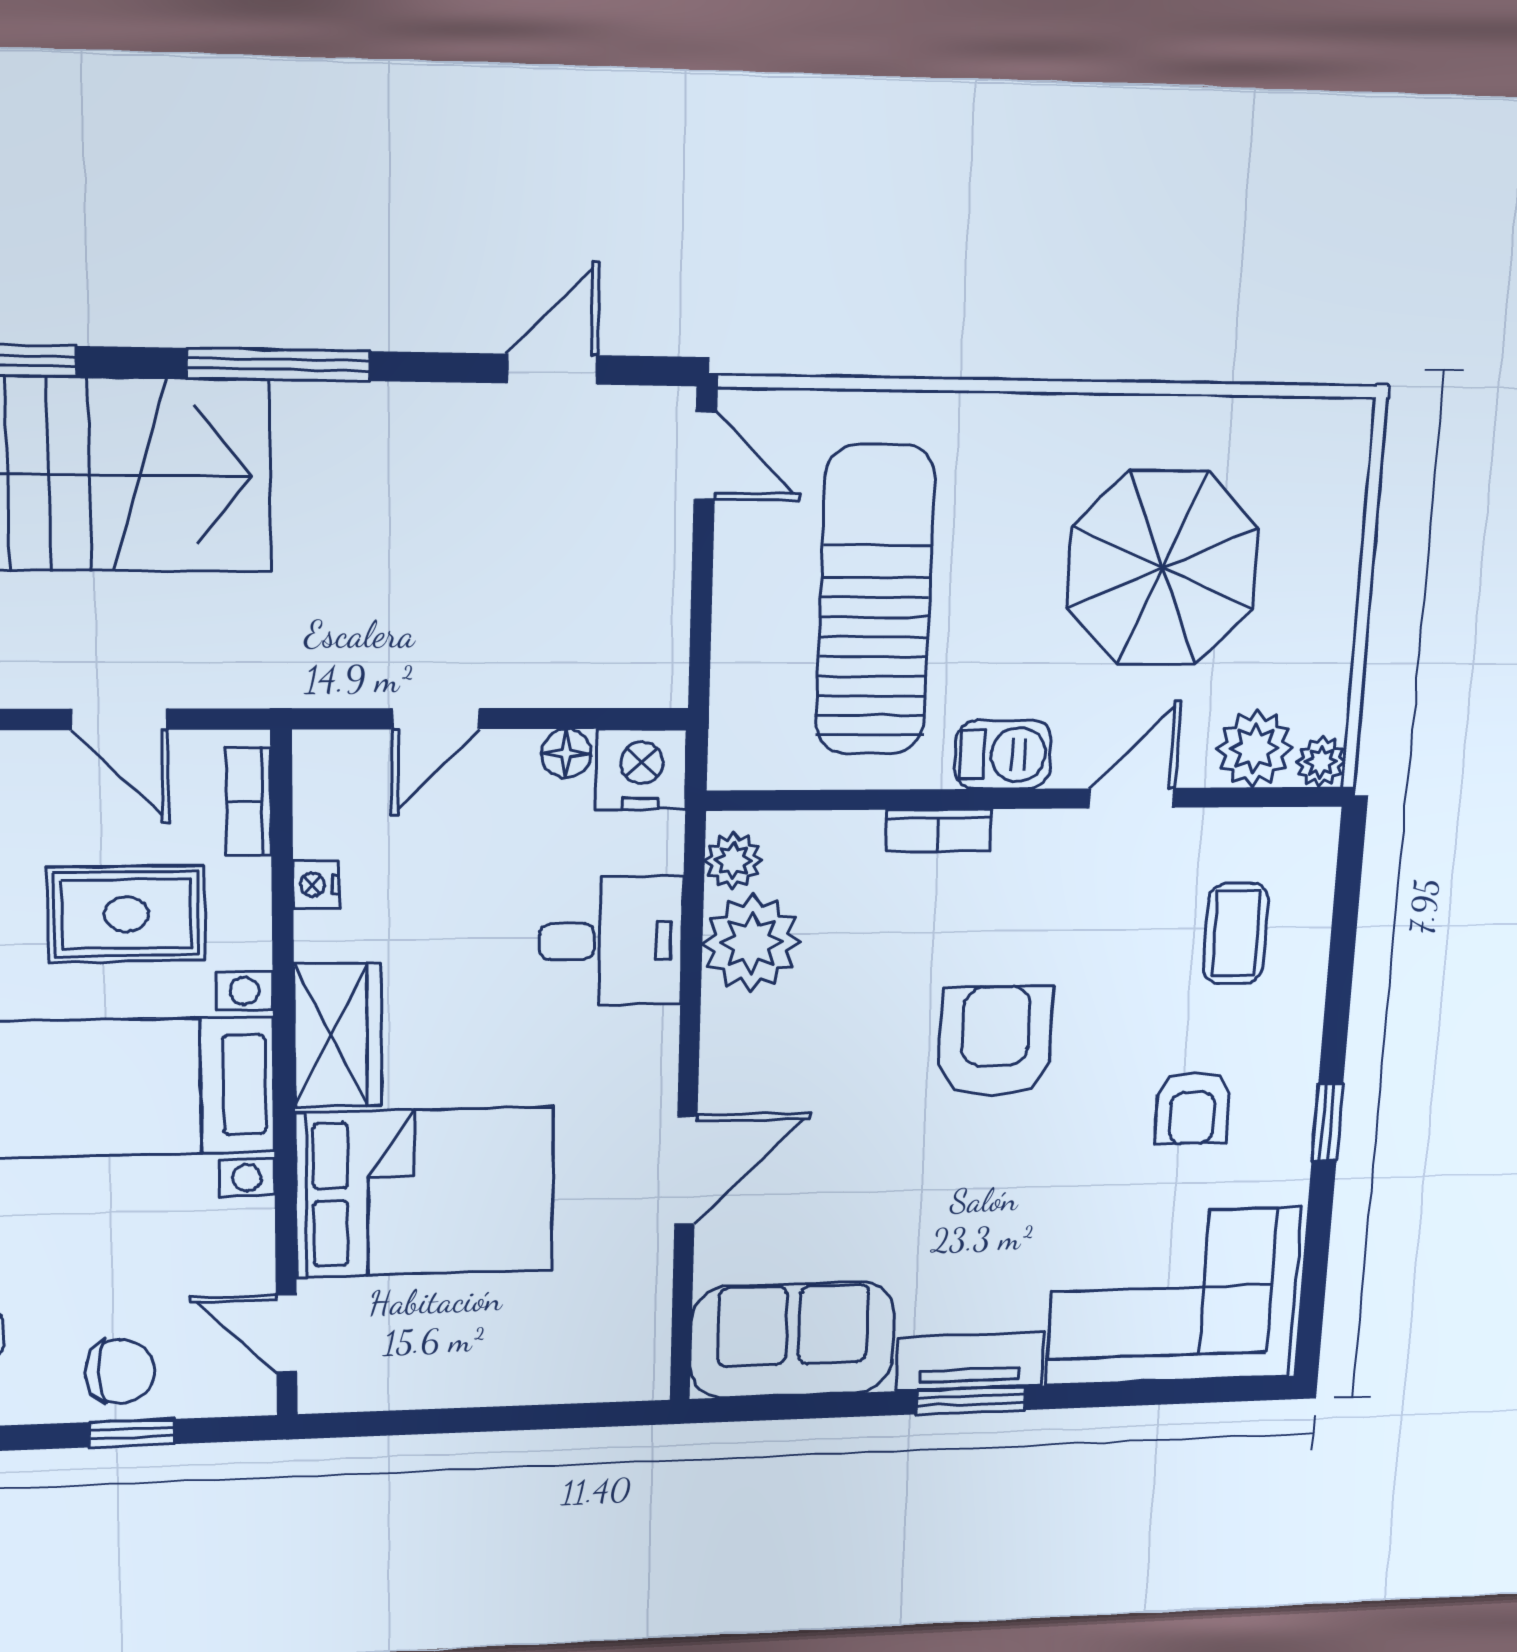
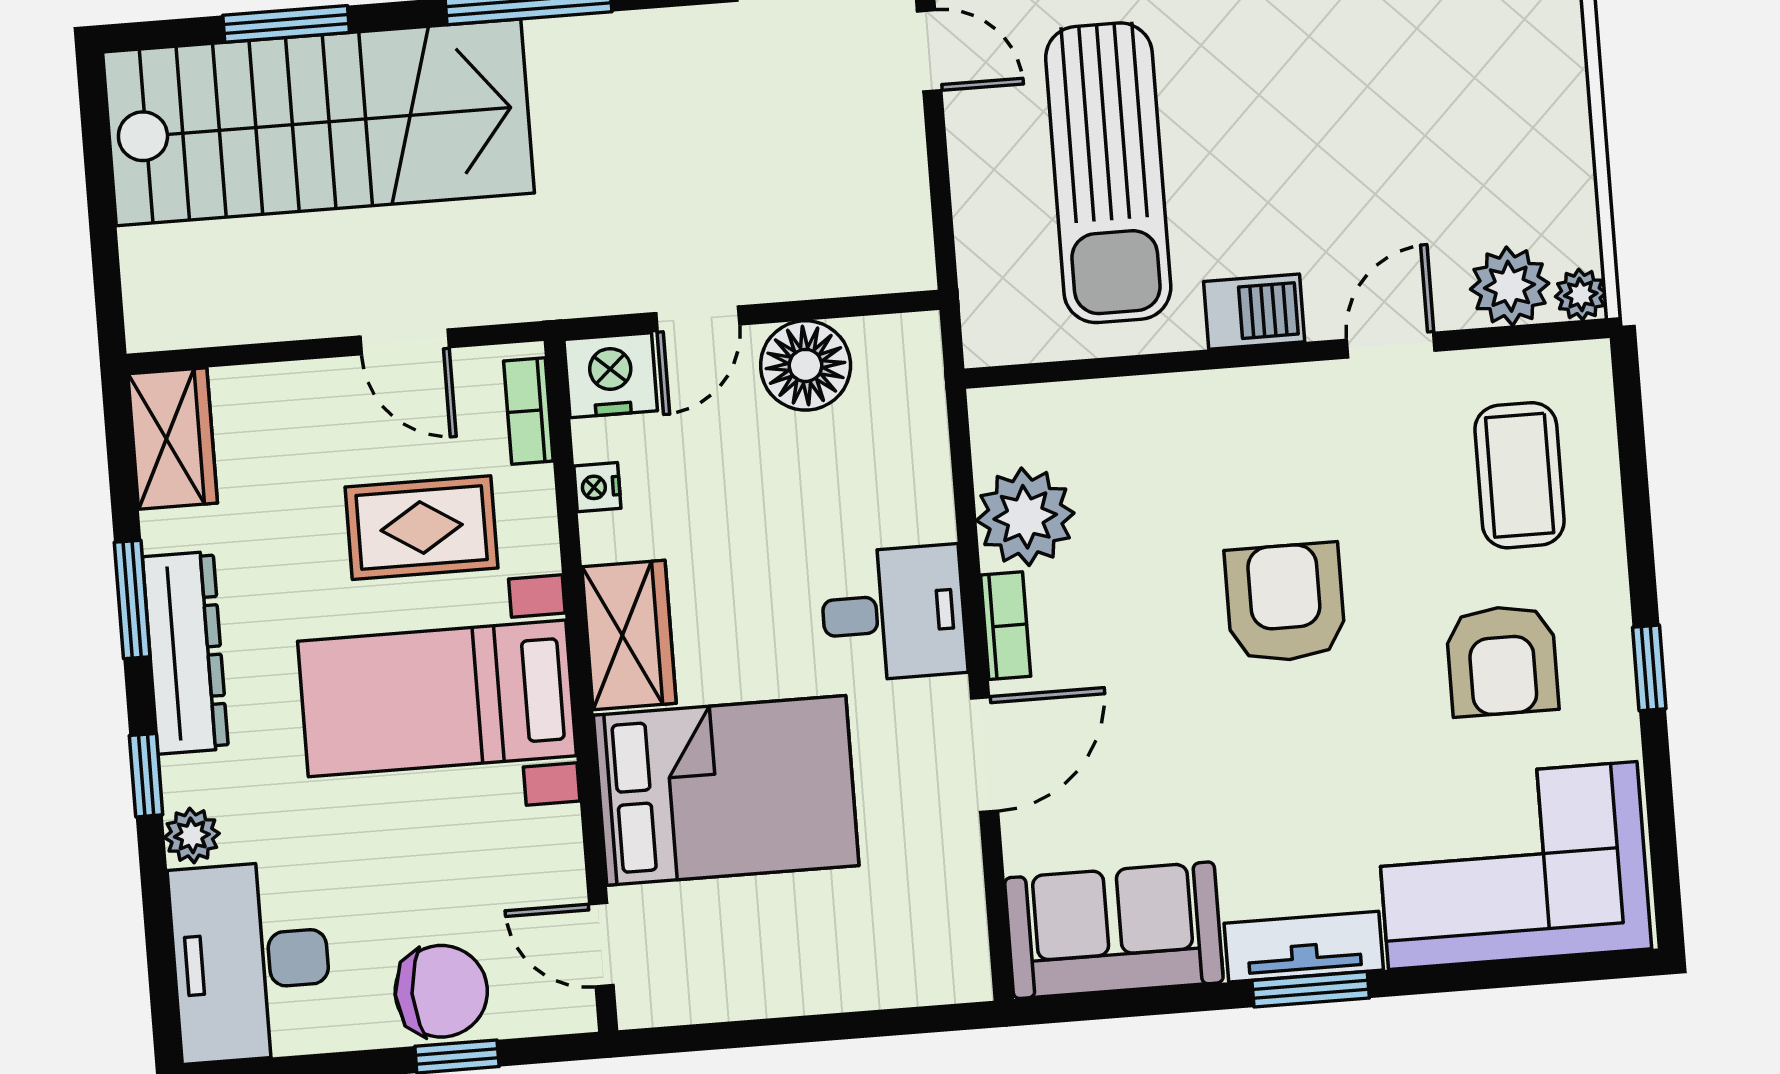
parasol: (1163, 568) -> (1389, 117), removed
sun lounger: (875, 601) -> (1108, 173), turned 180
floor lamp: (566, 754) -> (806, 365), width x1.89, depth x1.89
nightstand: (641, 769) -> (611, 375), moved
bookcase: (938, 830) -> (1006, 626), moved, turned -90
plant: (733, 861) -> (998, 436), removed
coffee table: (1236, 933) -> (1520, 475), width x1.36, depth x1.30
desk: (611, 941) -> (893, 613), moved
armchair: (1193, 1108) -> (1502, 661), width x1.38, depth x1.38
chair: (120, 1371) -> (441, 991), width x1.37, depth x1.37

